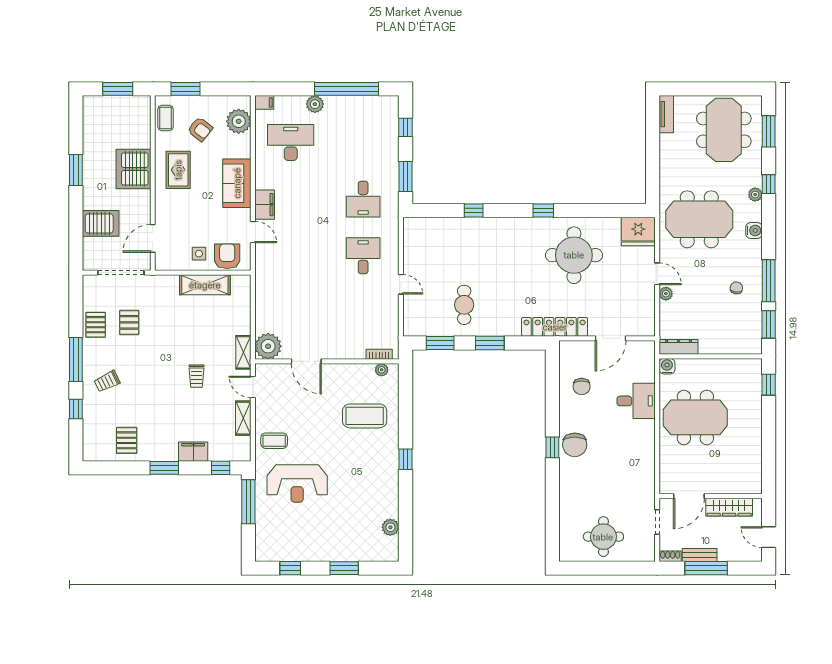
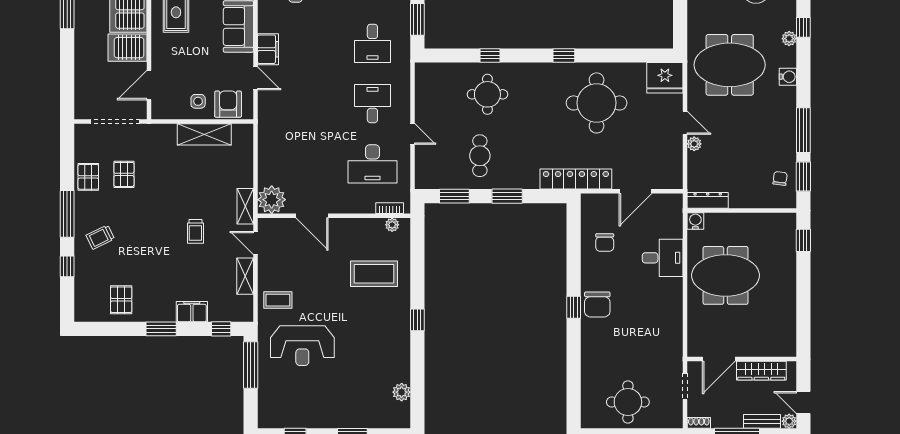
server rack: (101, 223) -> (127, 48), moved, turned 180
round table: (471, 247) -> (487, 94), added
chair: (736, 288) -> (780, 178), moved
desk: (363, 312) -> (372, 164), added
bench: (700, 555) -> (762, 421), moved
plant: (755, 555) -> (789, 421), added

